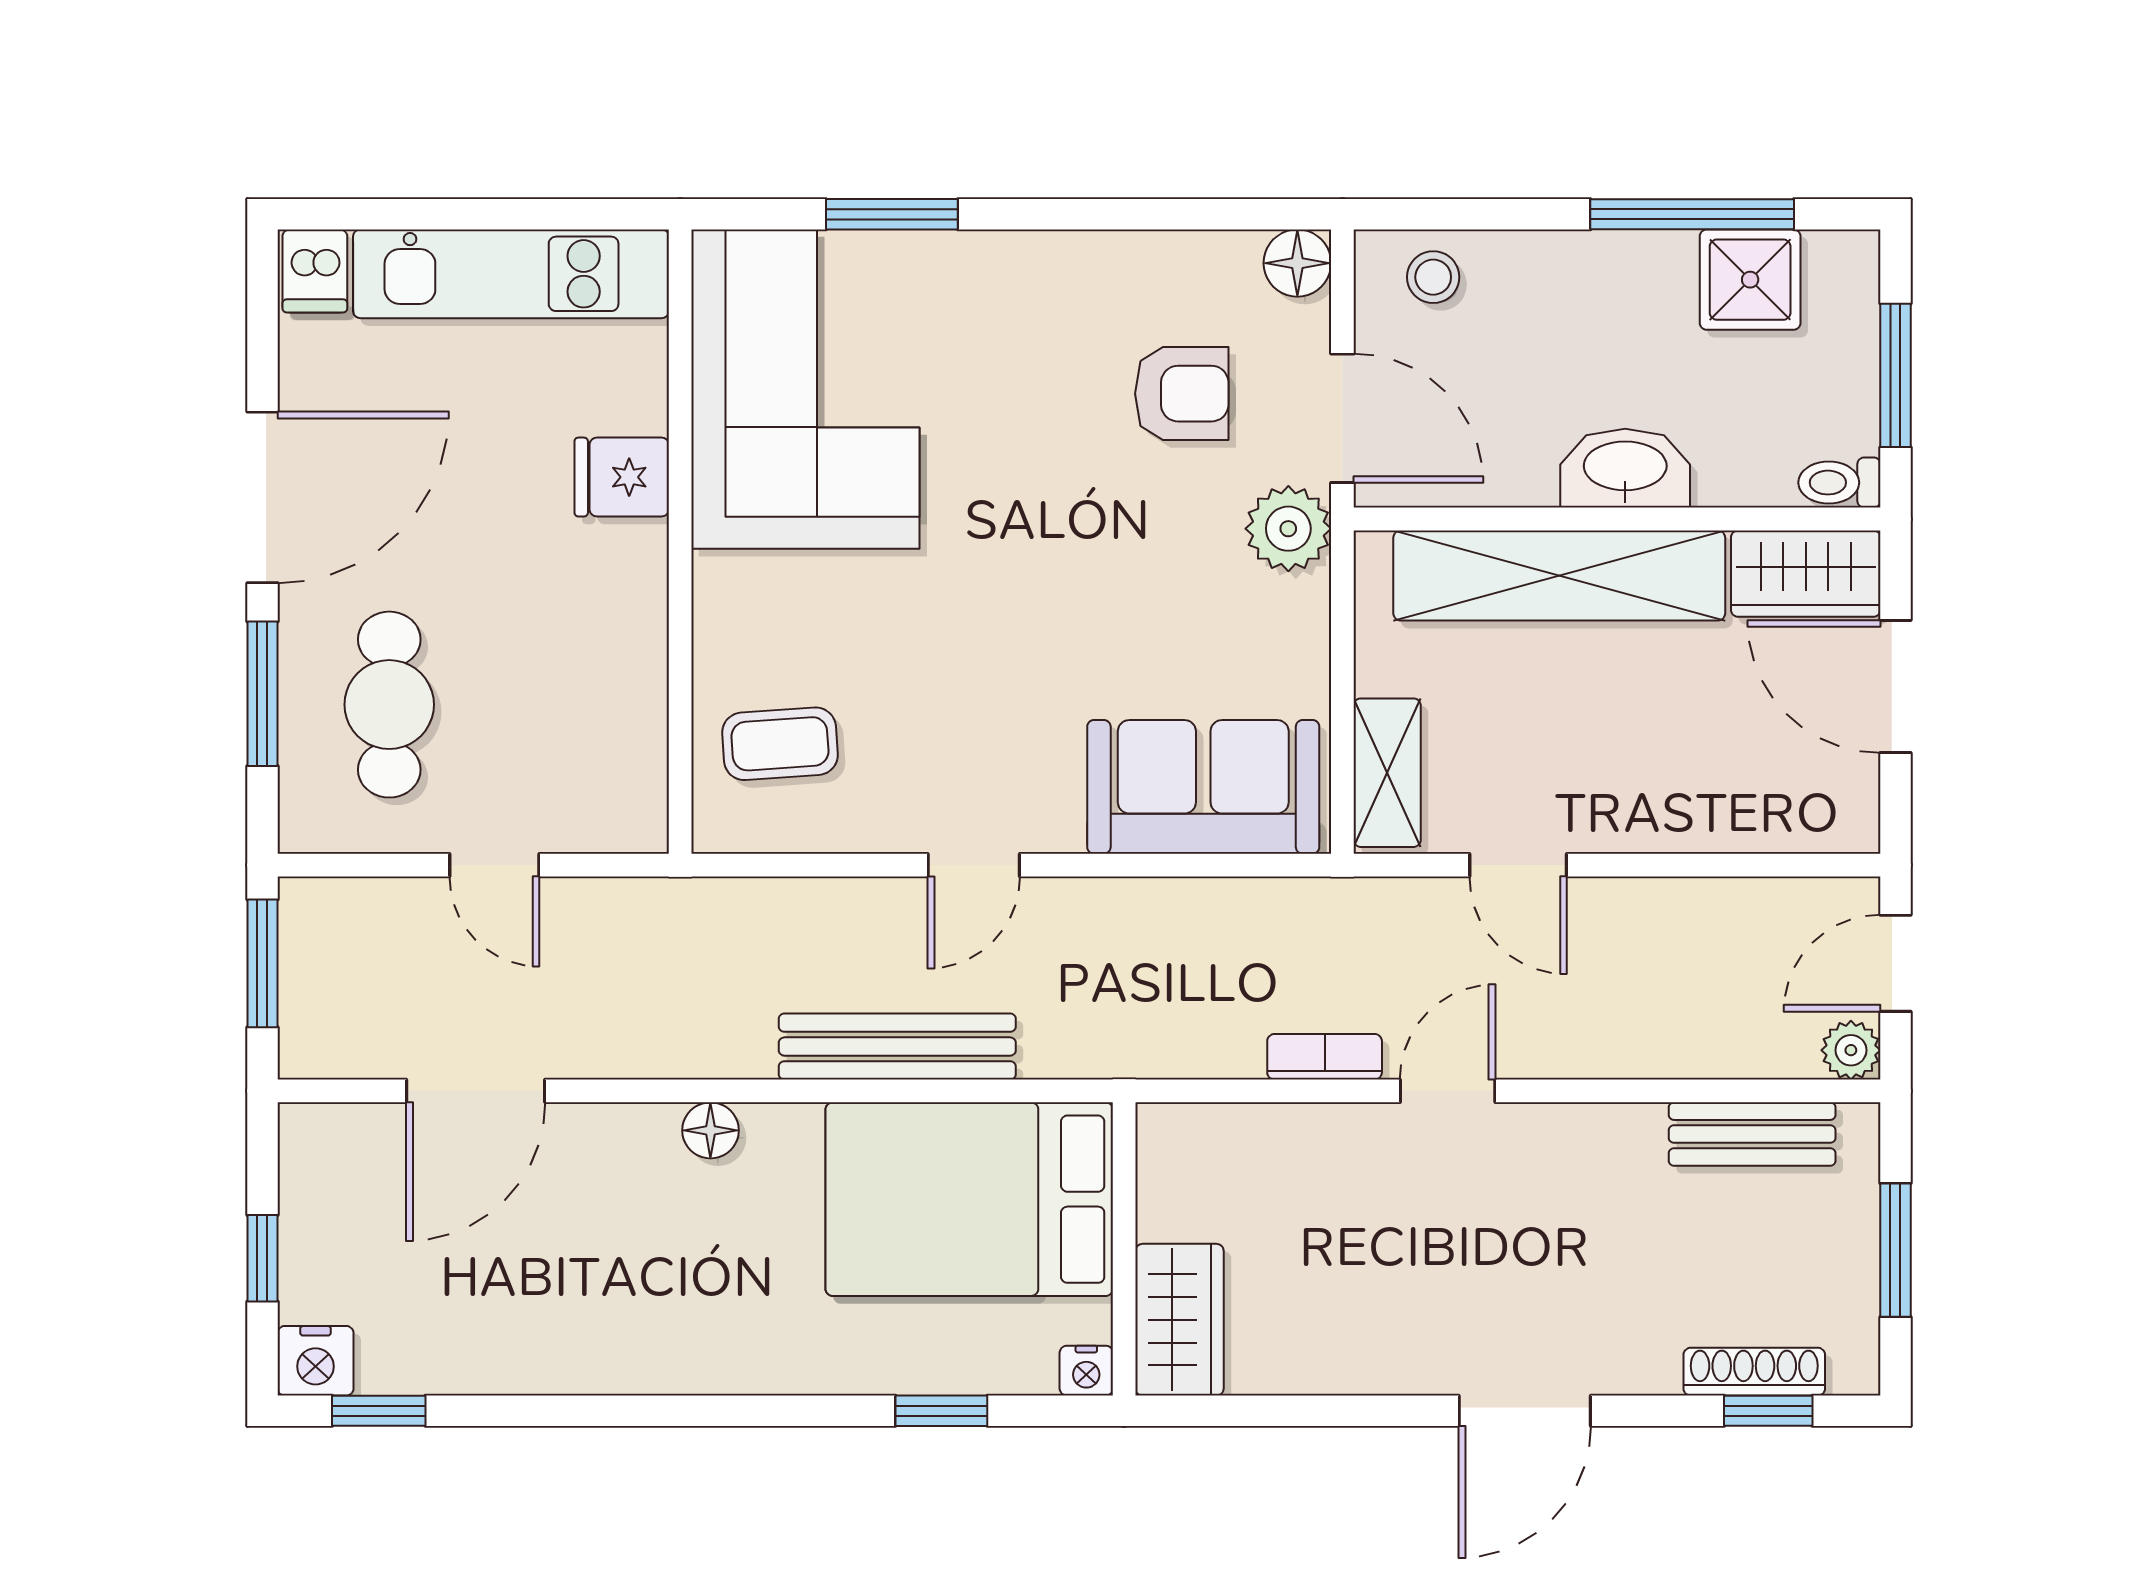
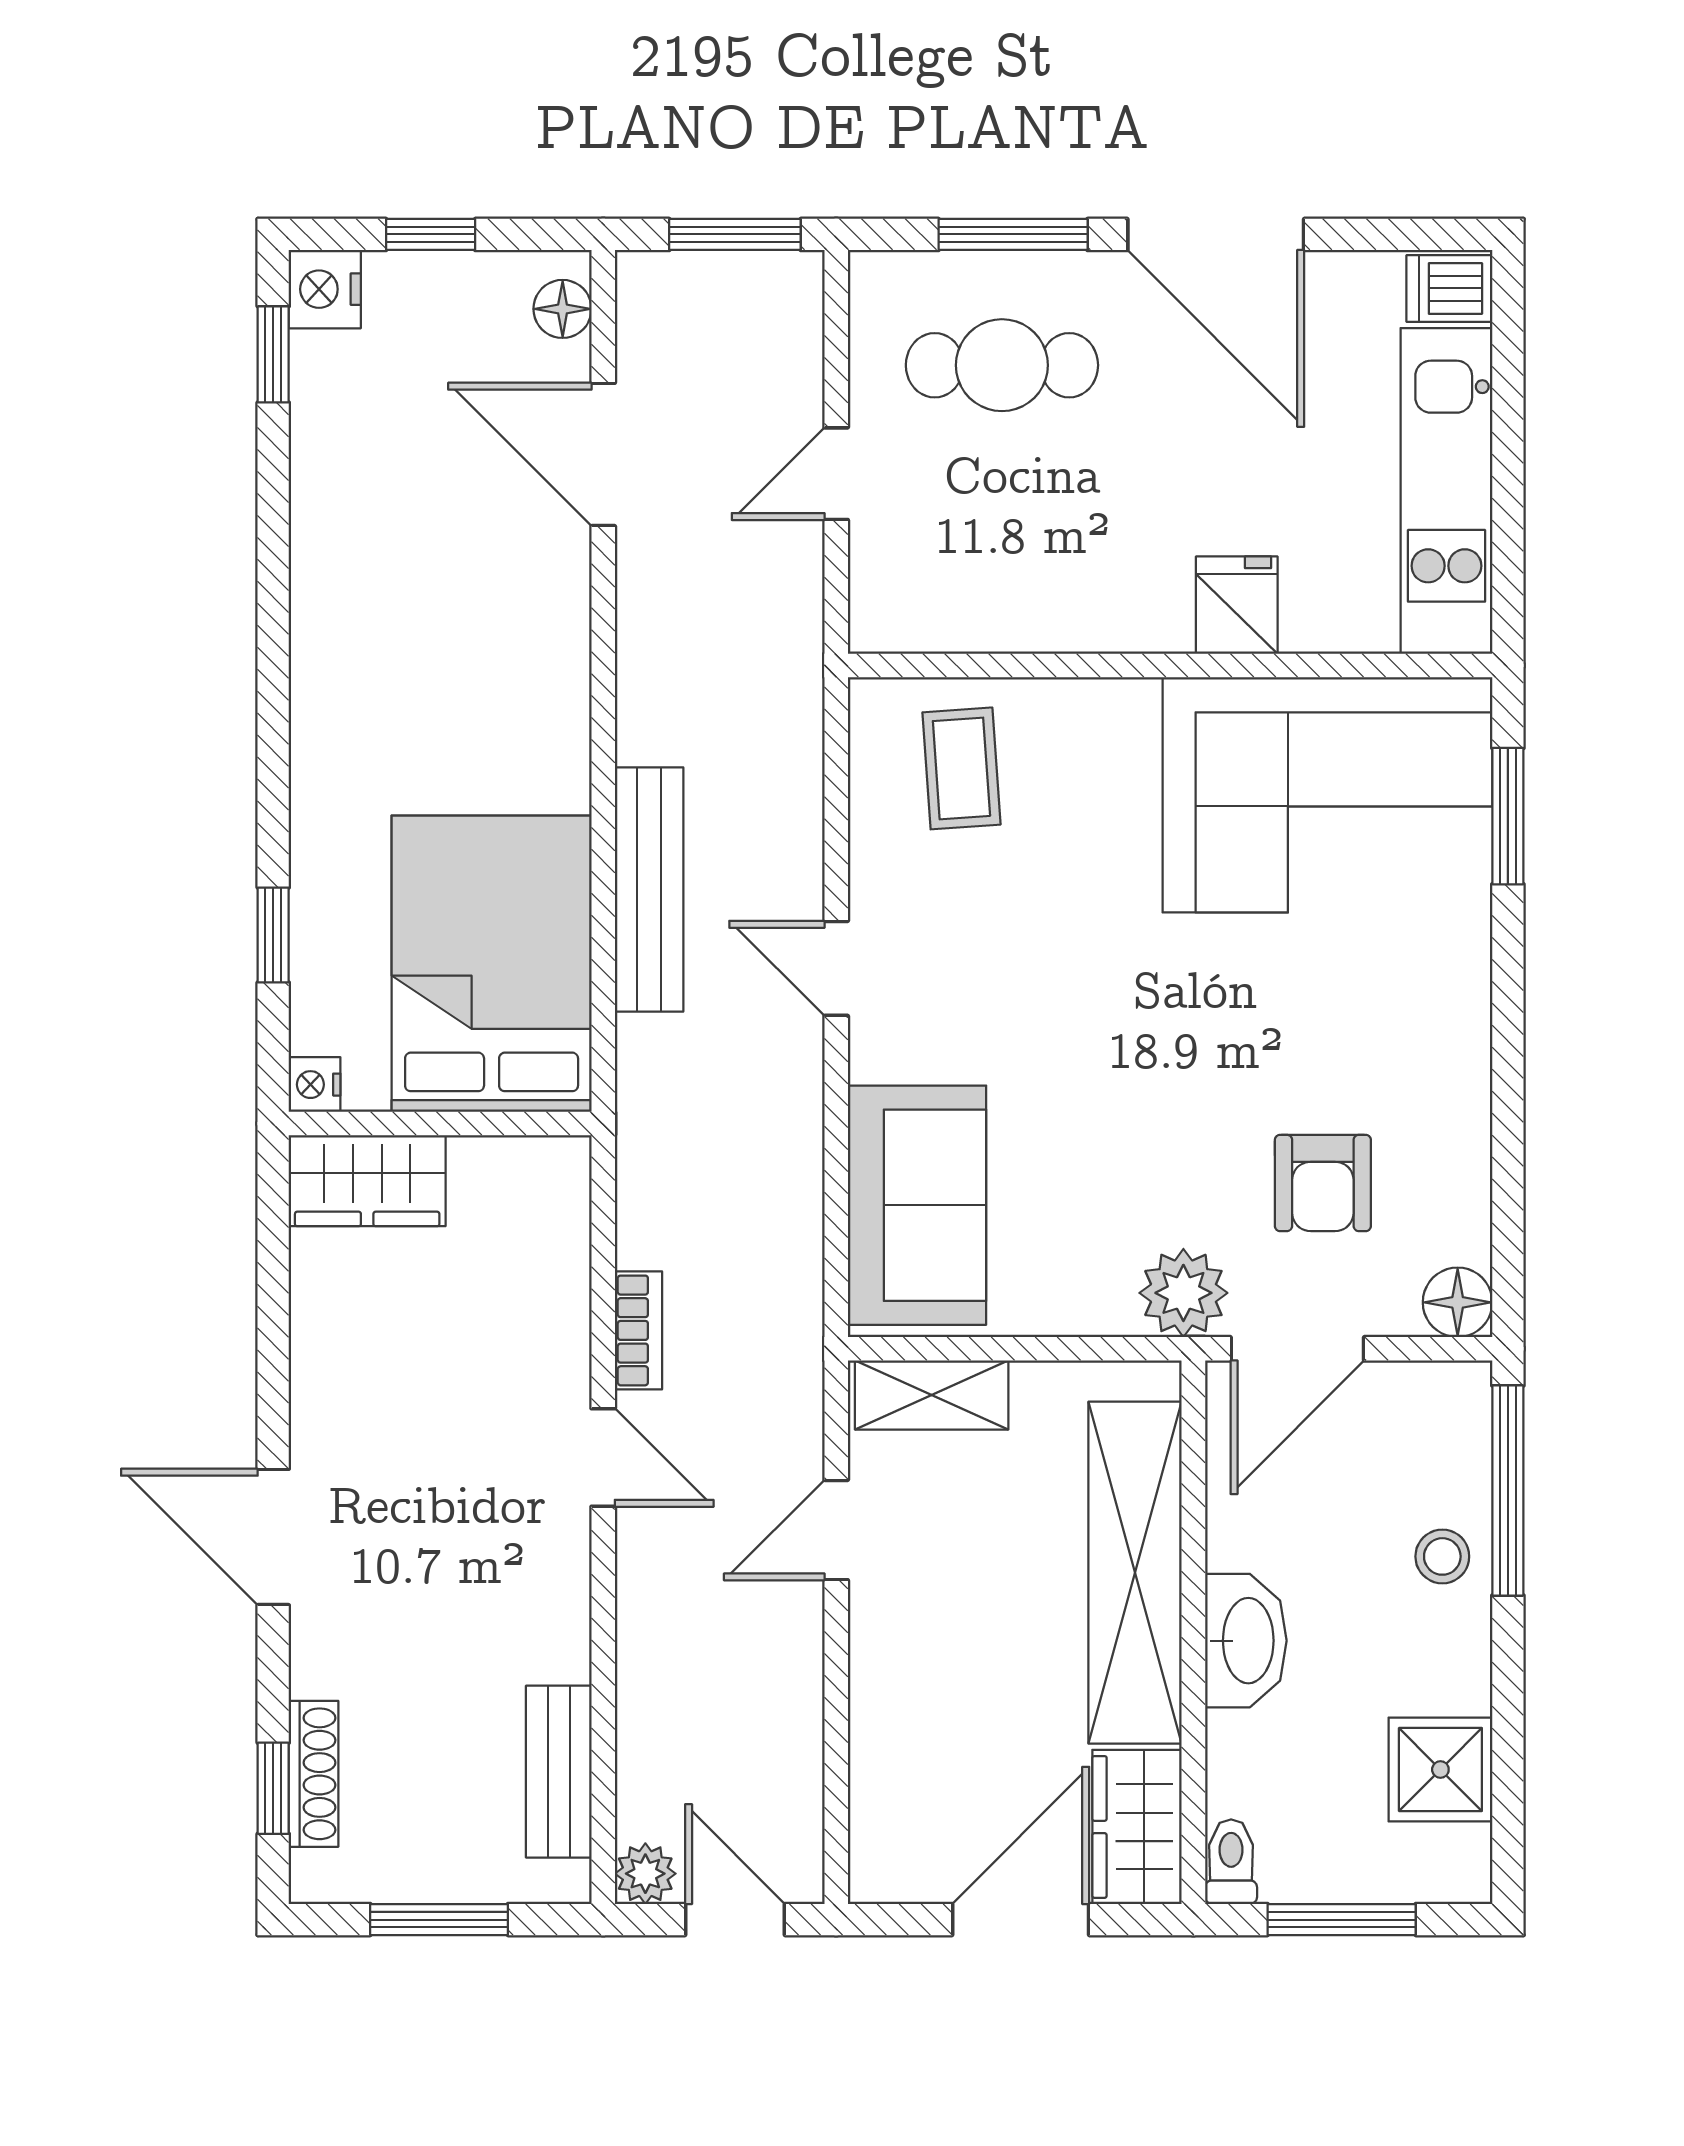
window: (892, 214) -> (1508, 816), moved
window: (1692, 214) -> (1508, 1491), moved
stool: (1433, 277) -> (1442, 1556), moved
floor lamp: (710, 1130) -> (563, 309), moved

